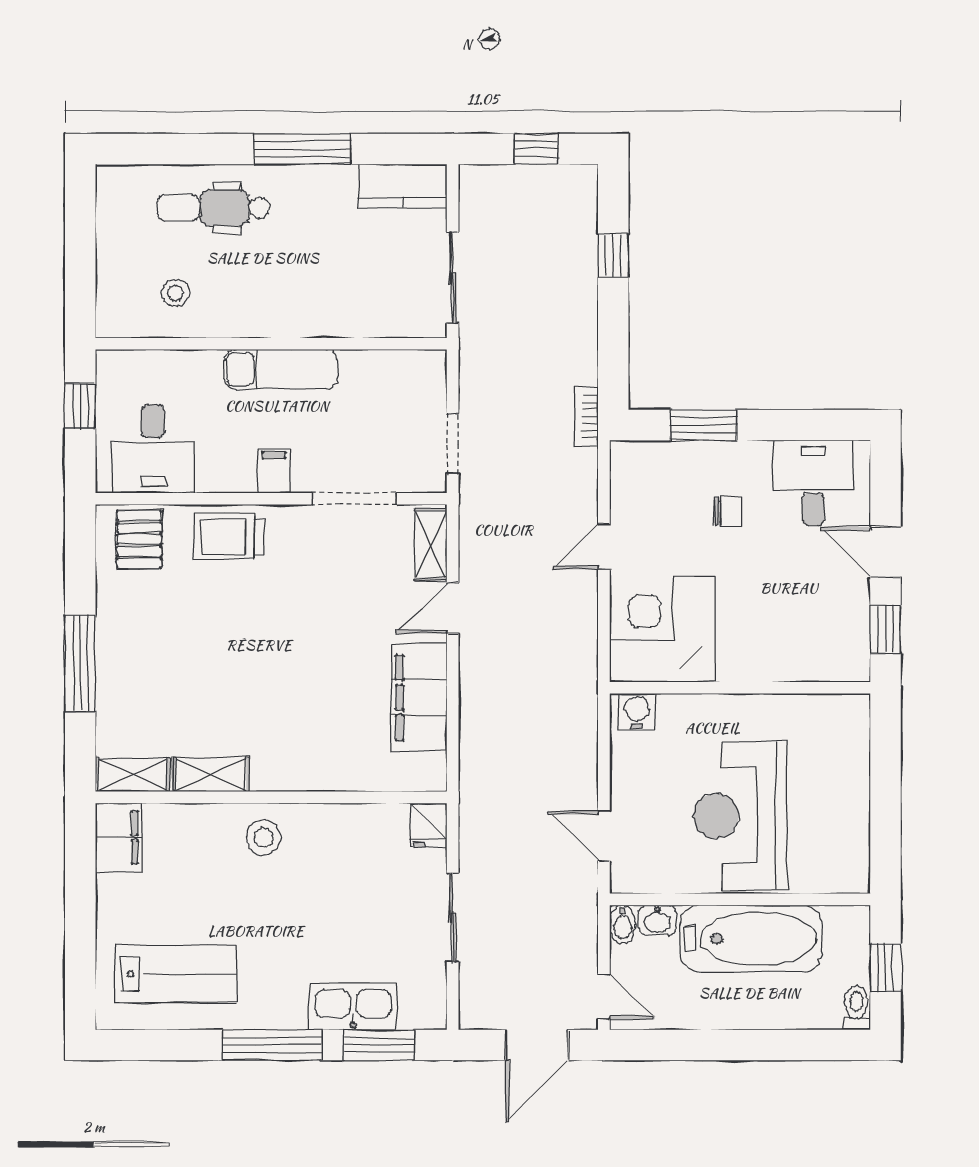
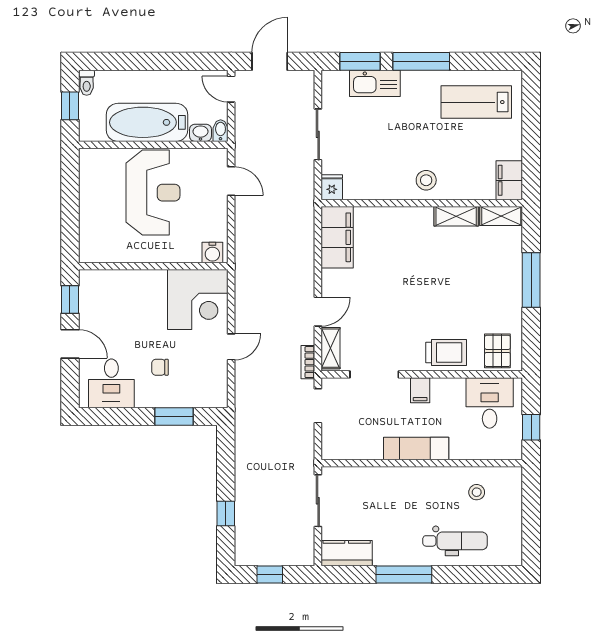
bookcase: (586, 416) -> (308, 362), moved, turned 180
filing cabinet: (419, 698) -> (337, 237), moved

